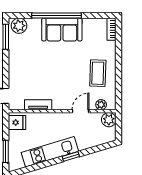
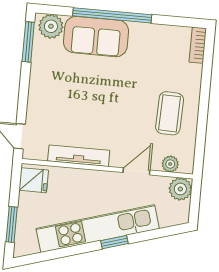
sofa: (62, 30) -> (96, 37), moved
tv unit: (38, 105) -> (79, 156), width x1.41
kitchen unit: (50, 152) -> (98, 229), width x1.36

